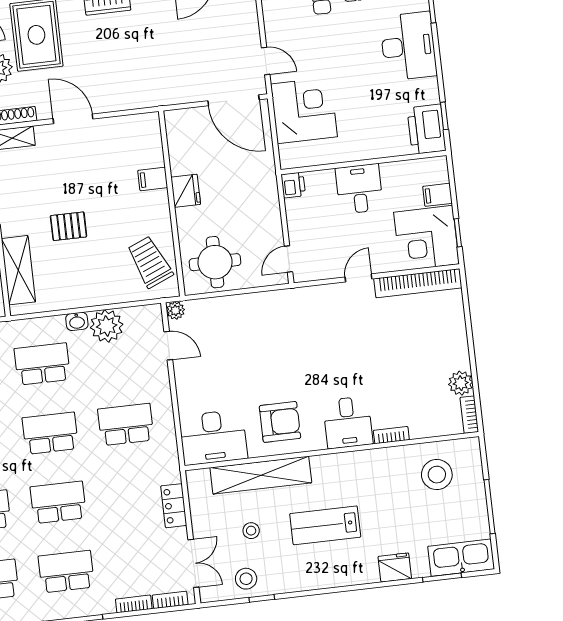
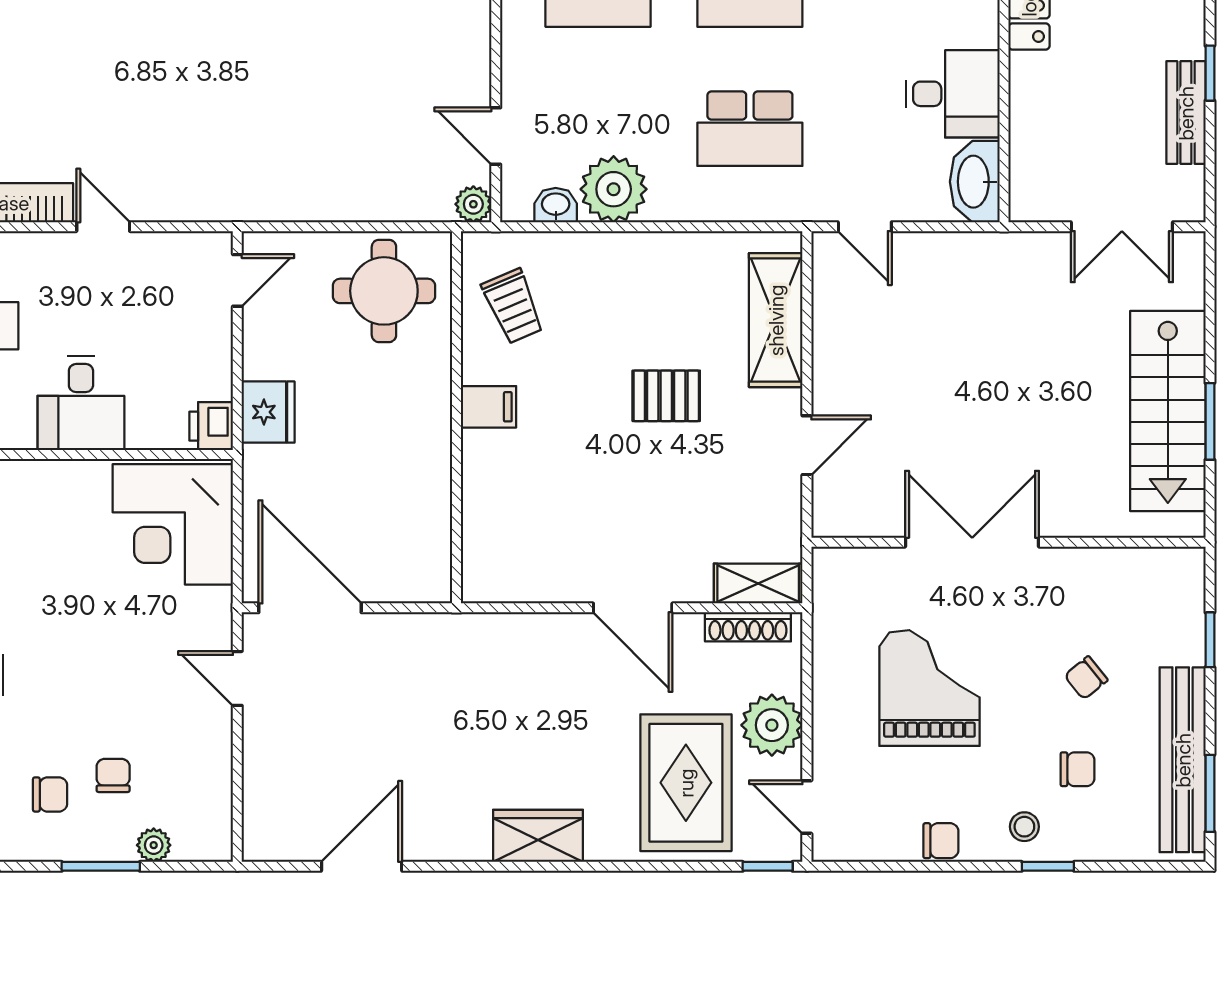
corner desk: (304, 110) -> (173, 524), moved
filing cabinet: (153, 179) -> (488, 407), moved
fridge: (186, 191) -> (268, 412), moved, turned 180
trolley: (150, 262) -> (513, 306), width x0.73, depth x0.72
door: (358, 278) -> (103, 227), swing flipped
washbasin: (77, 321) -> (556, 205), moved

